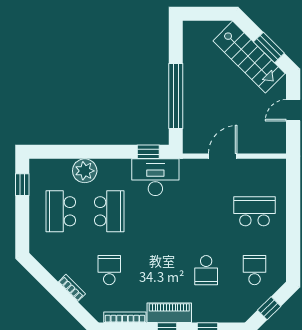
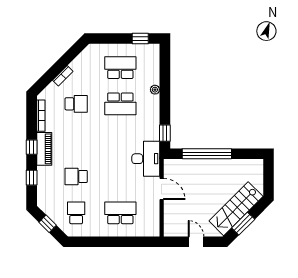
plant: (85, 171) -> (155, 90), width x0.53, depth x0.53
desk: (155, 177) -> (146, 159), moved
school desk: (255, 211) -> (120, 213), turned -90
school desk: (255, 270) -> (76, 213), turned -90

